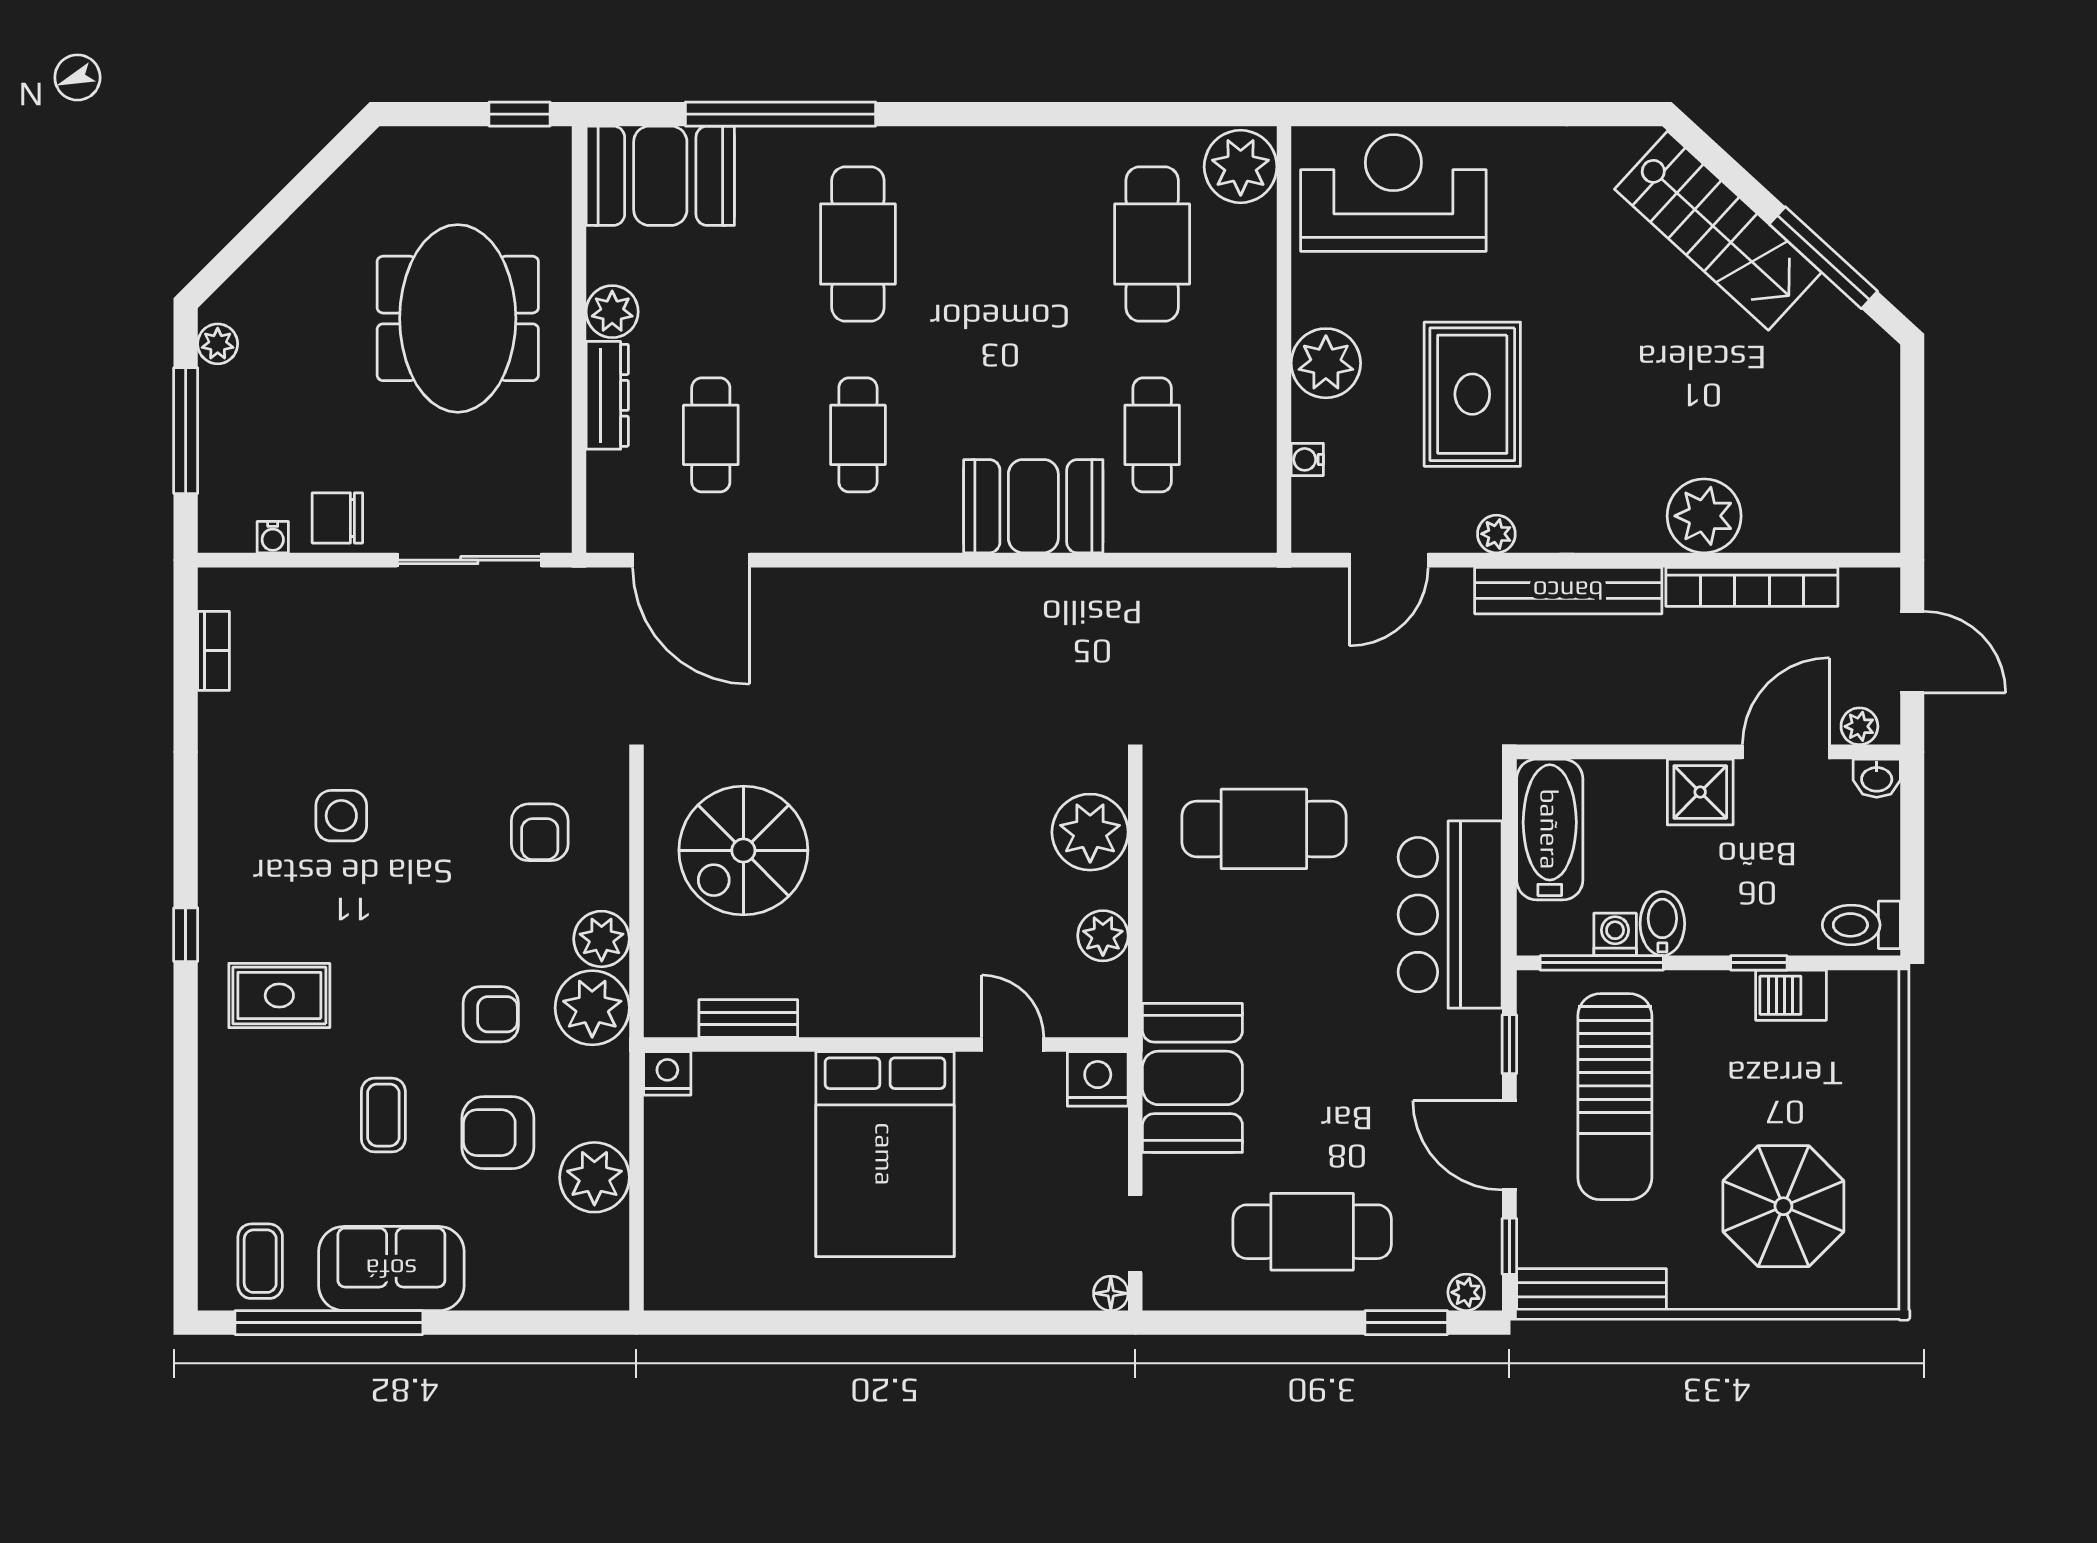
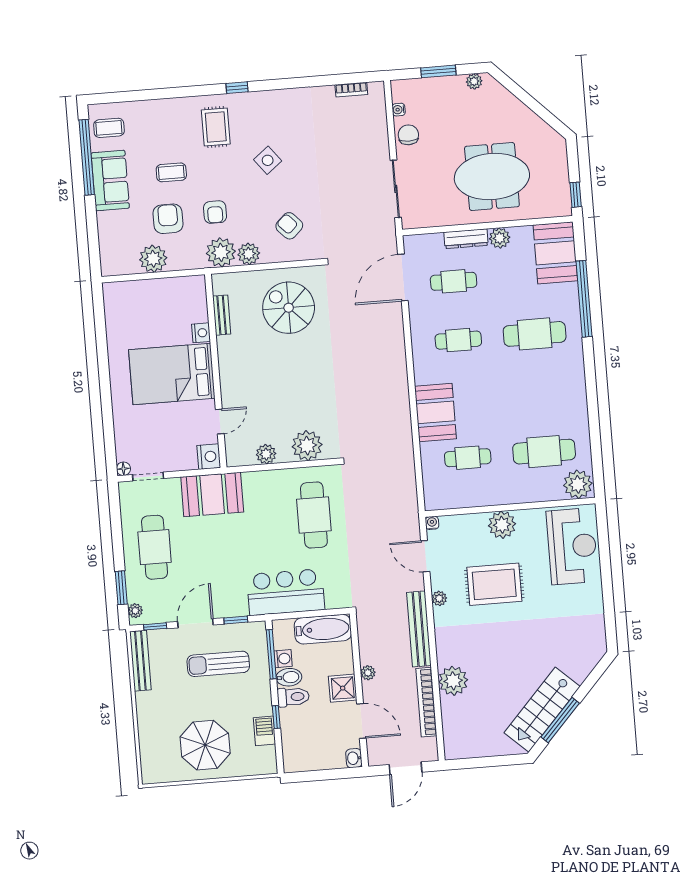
stairs: (1718, 231) -> (542, 710), moved
window: (186, 431) -> (438, 71), width x0.69
water cooler: (1307, 459) -> (432, 523), moved
plant: (1859, 726) -> (368, 673), moved
side table: (341, 816) -> (268, 160), moved, turned -38
armchair: (540, 832) -> (289, 226), turned 46
toilet: (1861, 925) -> (293, 697), moved, turned 90
nightstand: (667, 1073) -> (201, 333), moved
sun lounger: (1615, 1097) -> (218, 664), width x0.73, depth x0.75
parasol: (1783, 1206) -> (205, 745), moved

